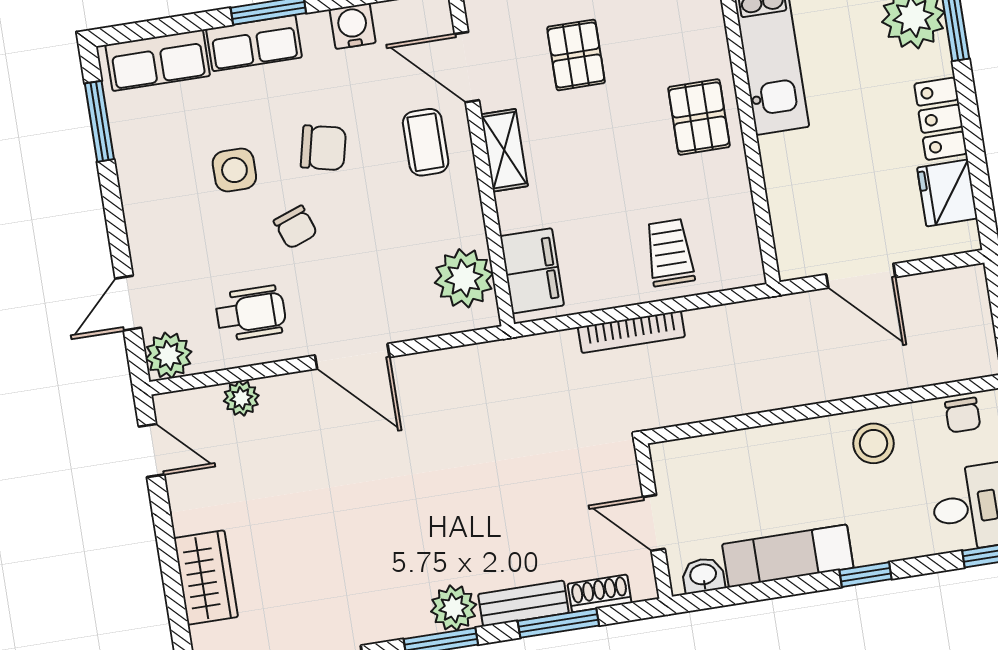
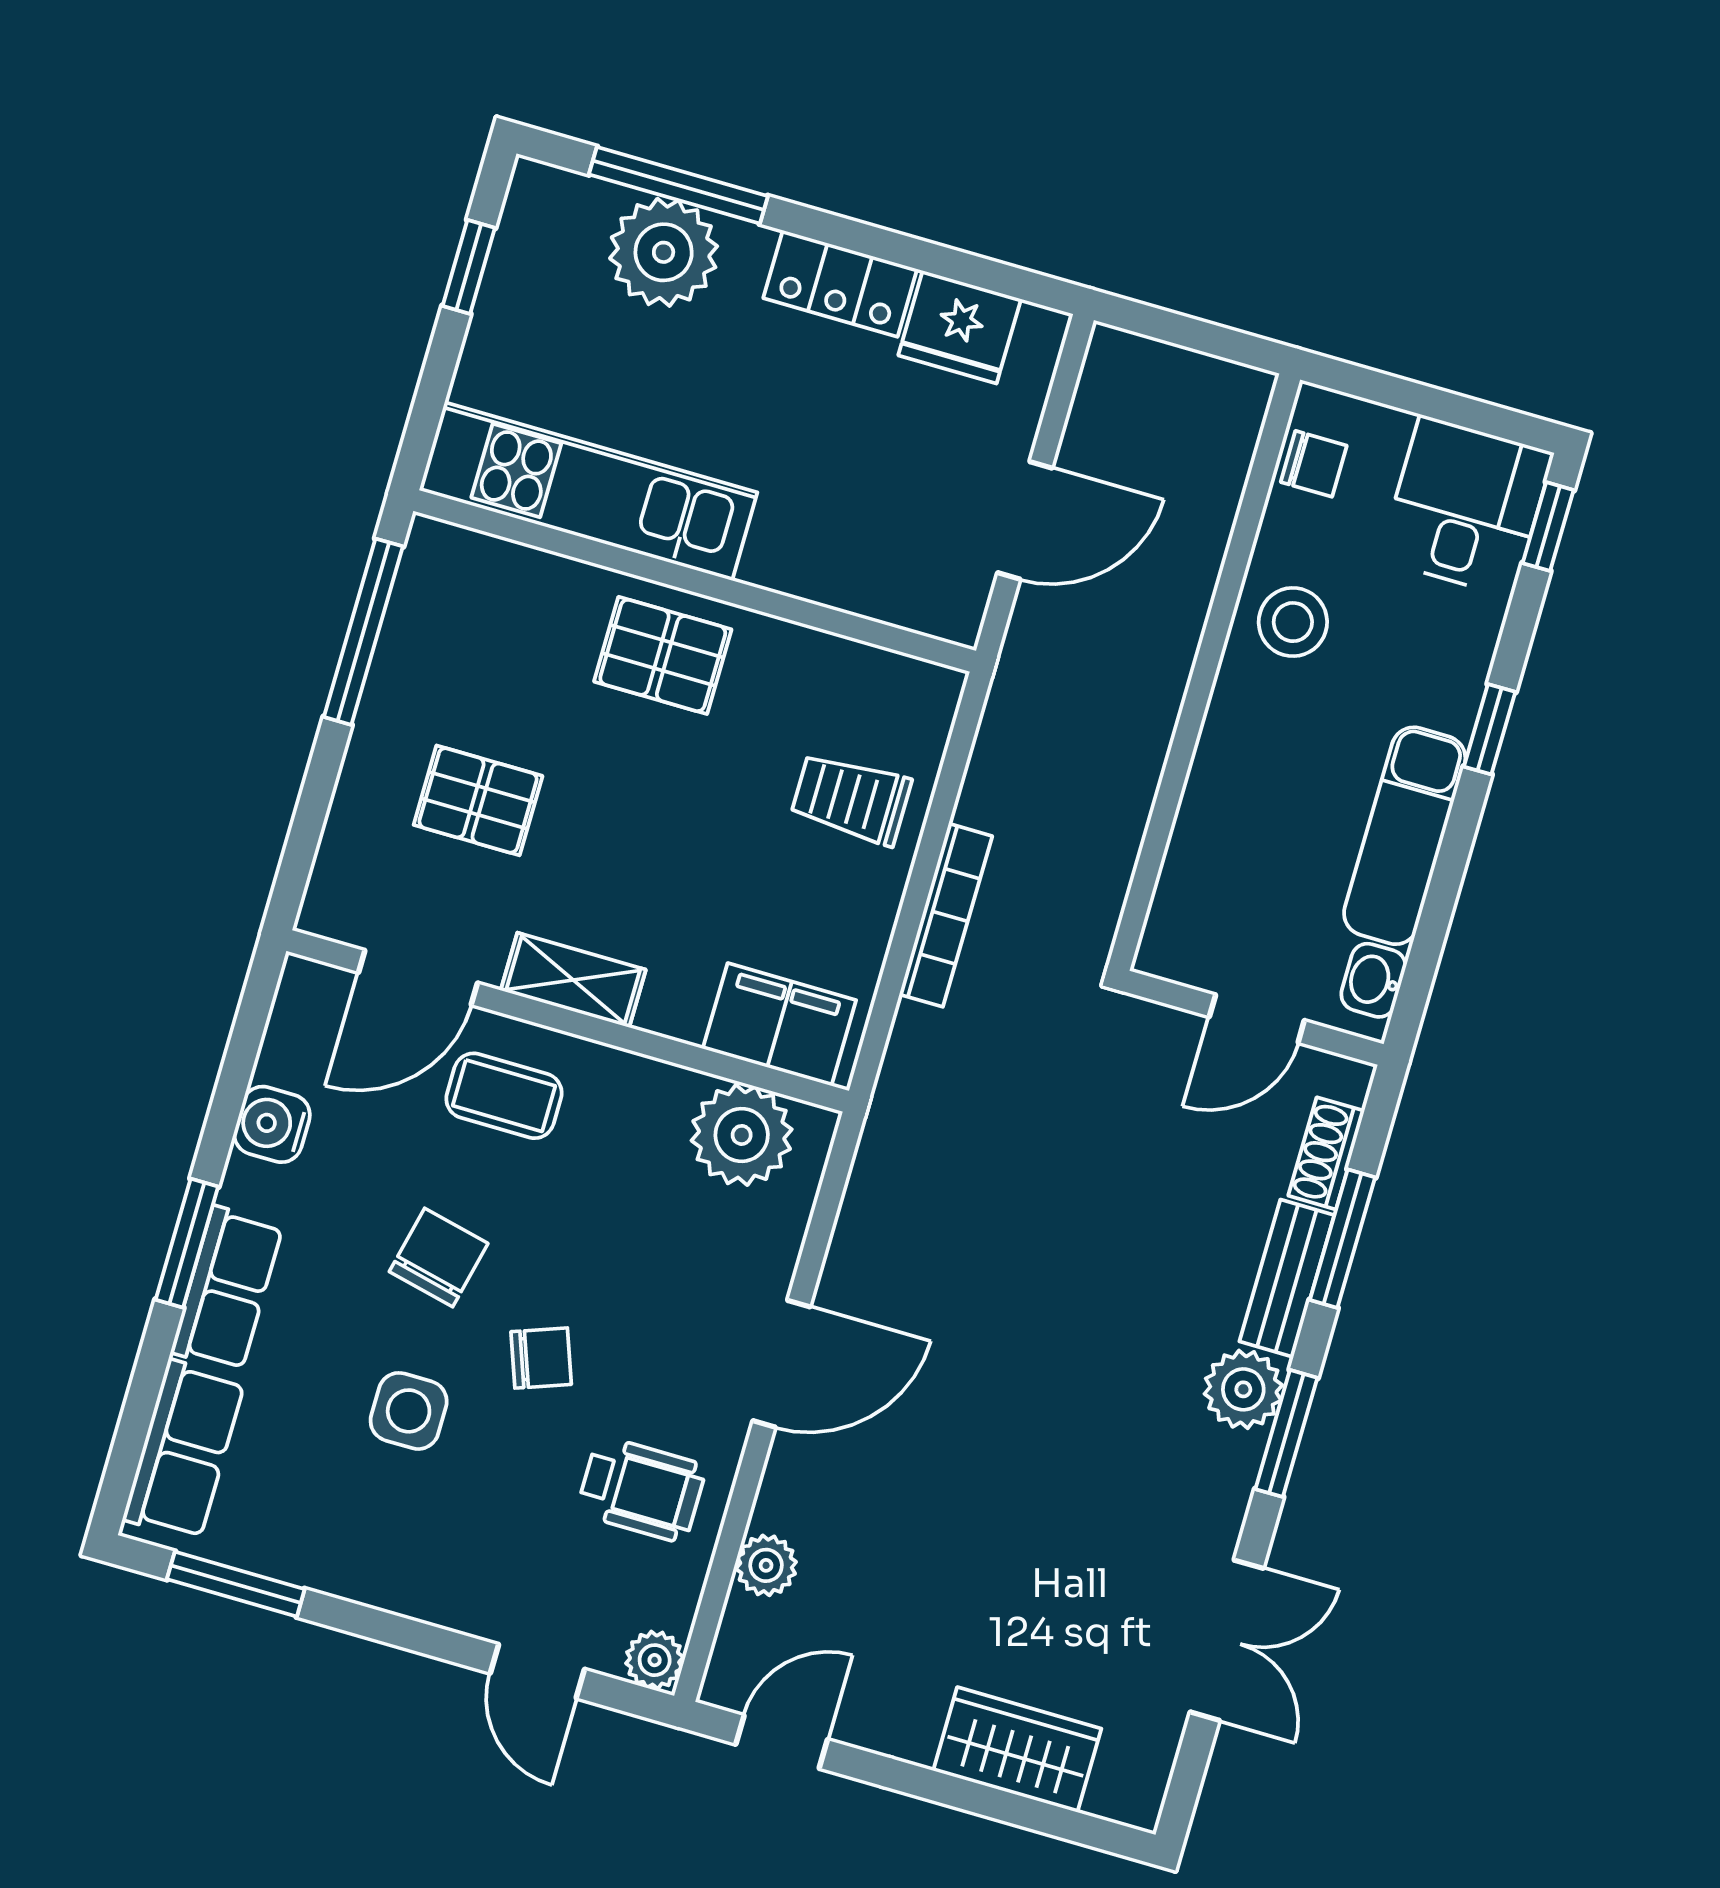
wheelchair: (251, 313) -> (641, 1489), turned 90
plant: (169, 355) -> (655, 1660), width x0.73, depth x0.73

